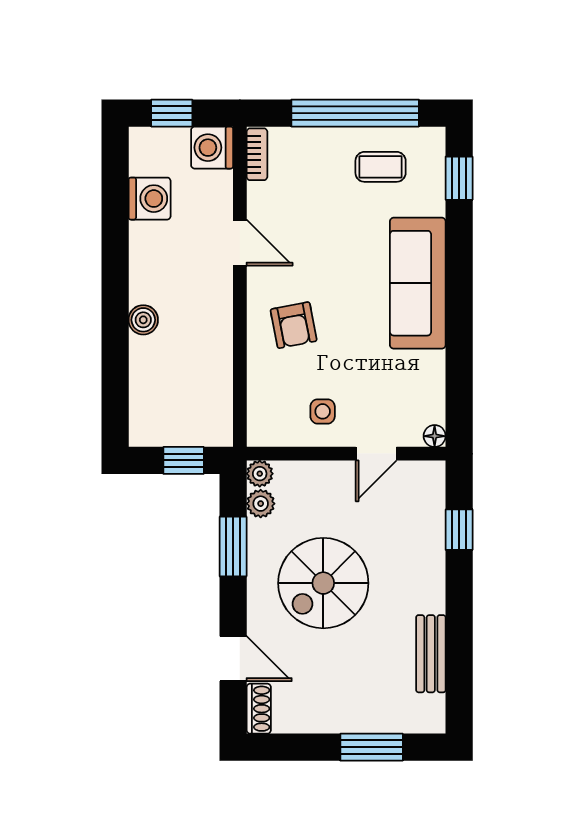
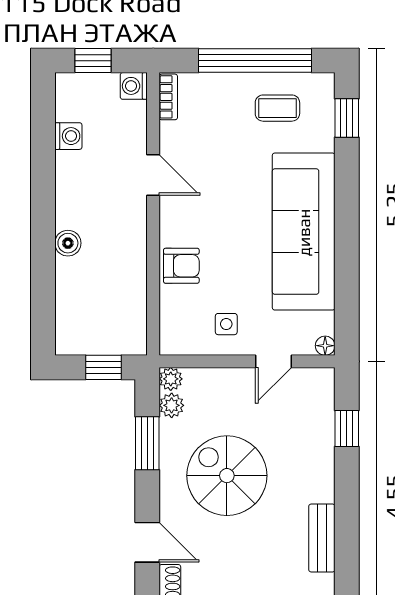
washing machine: (212, 148) -> (134, 86), width x0.73, depth x0.73
washing machine: (150, 199) -> (68, 136), width x0.73, depth x0.73
sofa: (418, 283) -> (304, 232), width x1.36, depth x1.27
armchair: (294, 325) -> (181, 266), moved, turned -79
spiral stairs: (323, 583) -> (227, 476), turned 90

